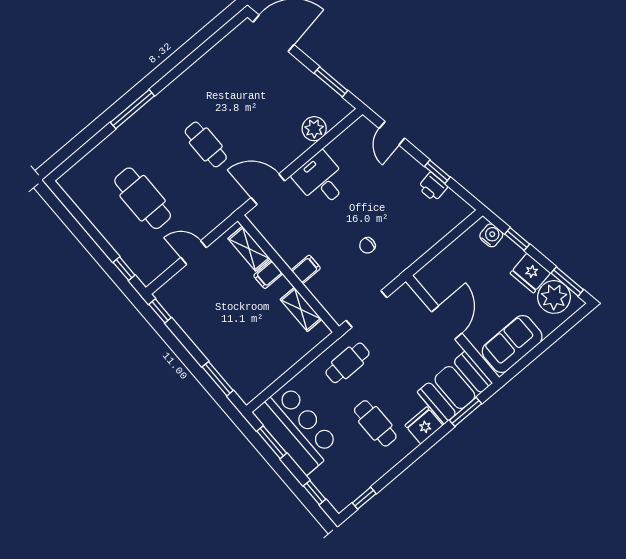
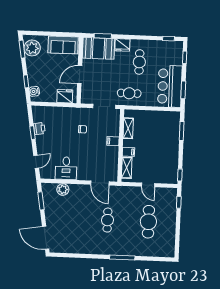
desk: (321, 180) -> (66, 168), moved
fridge: (530, 273) -> (65, 96), moved, turned -81

